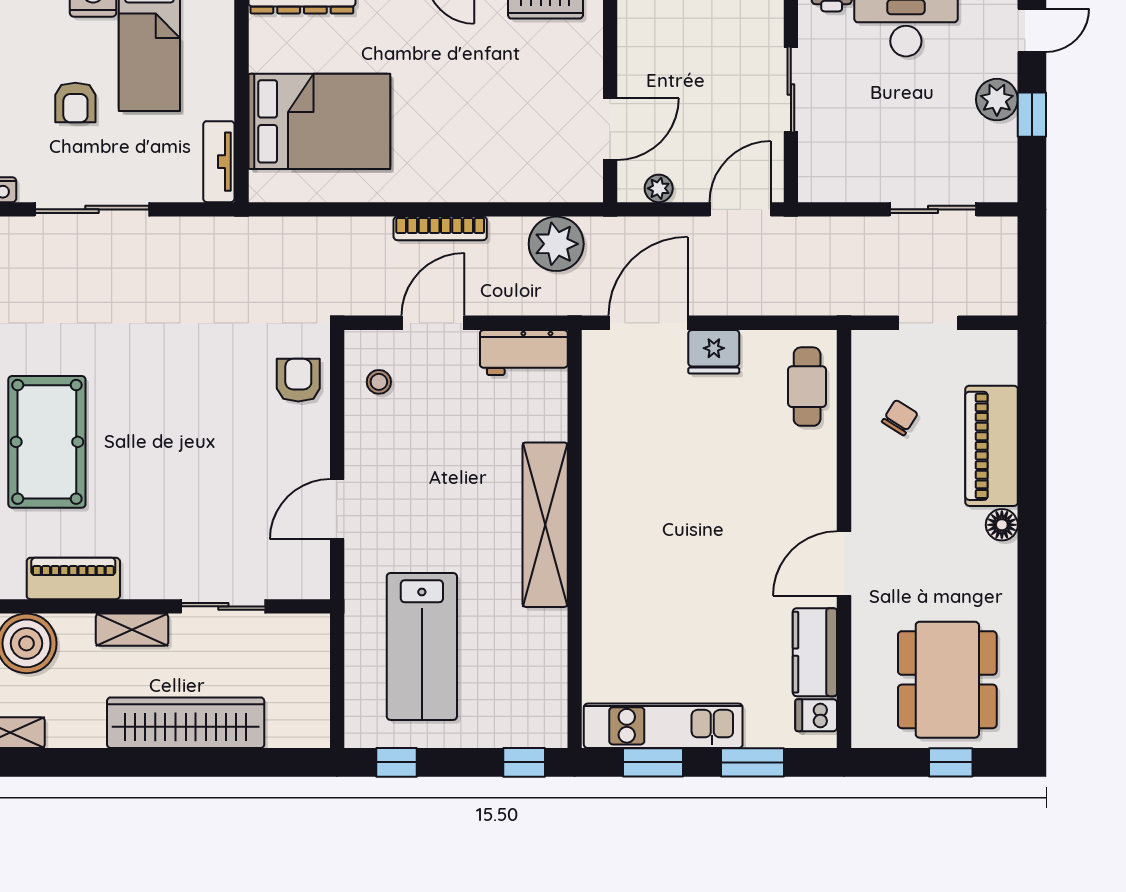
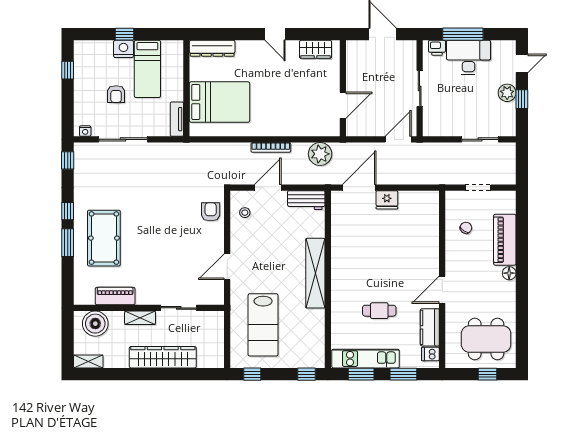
plant: (659, 188) -> (364, 130), removed
cafe table: (807, 387) -> (379, 311), moved, turned 90
dining table: (947, 680) -> (486, 339), turned 90

